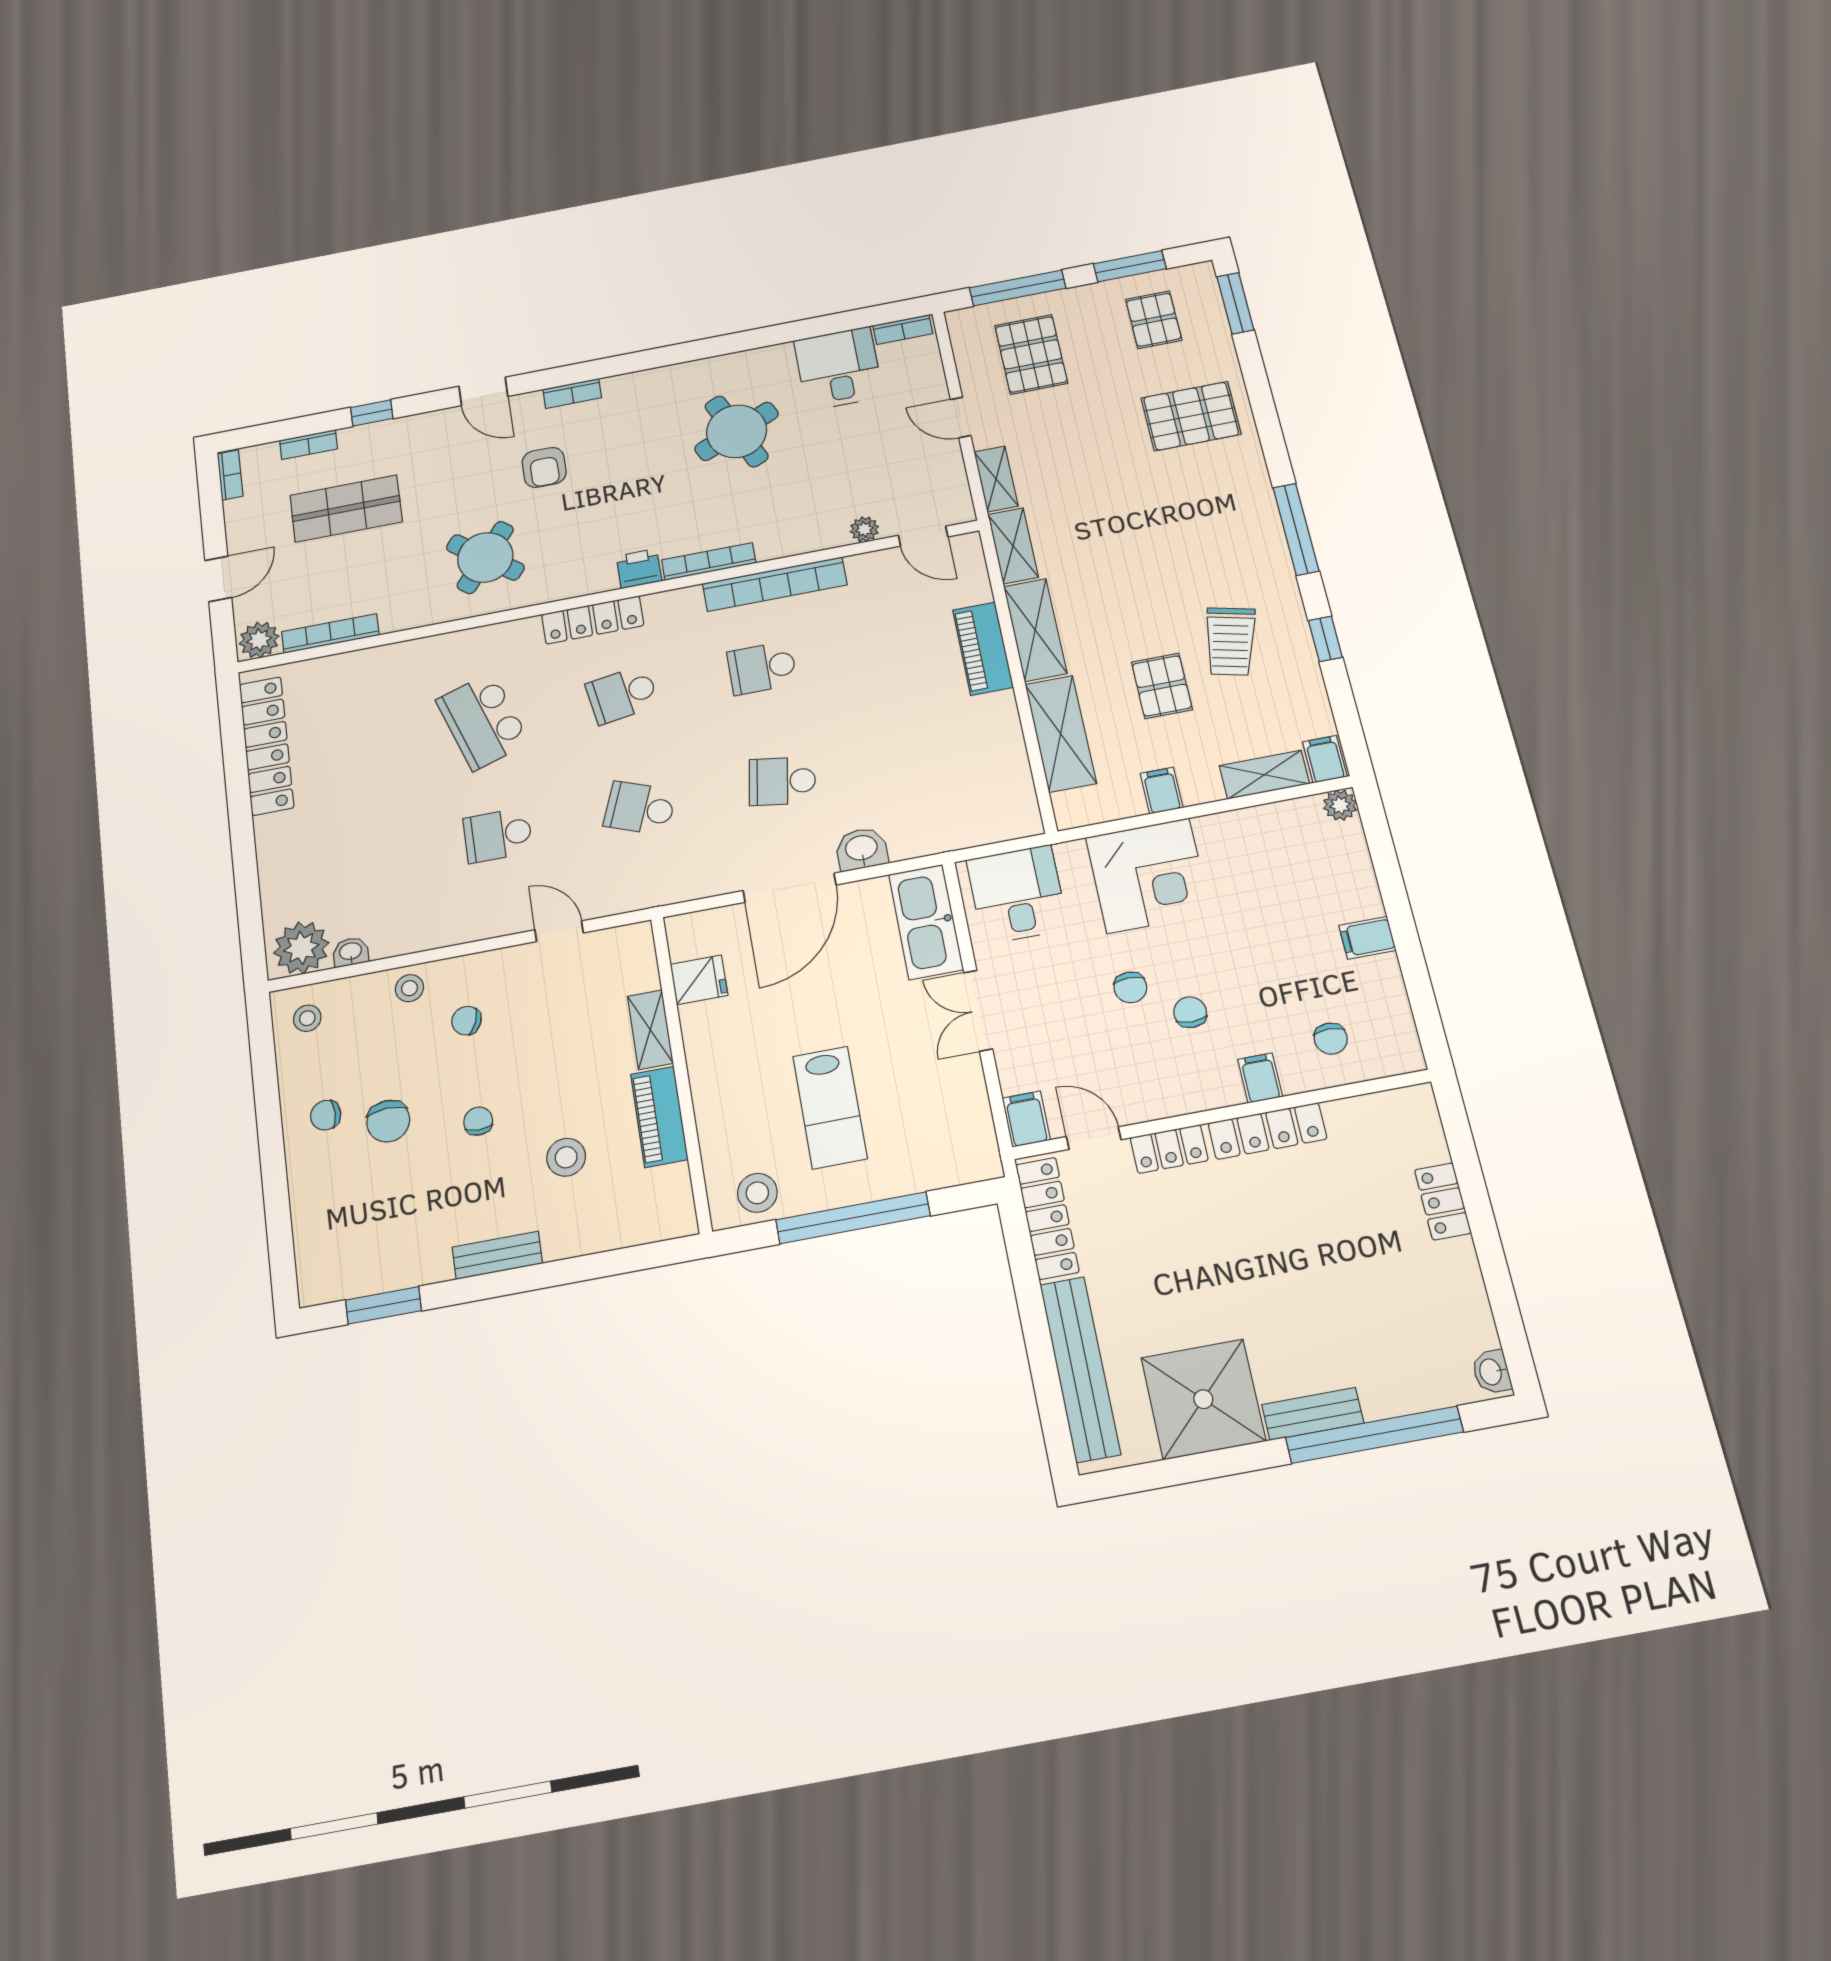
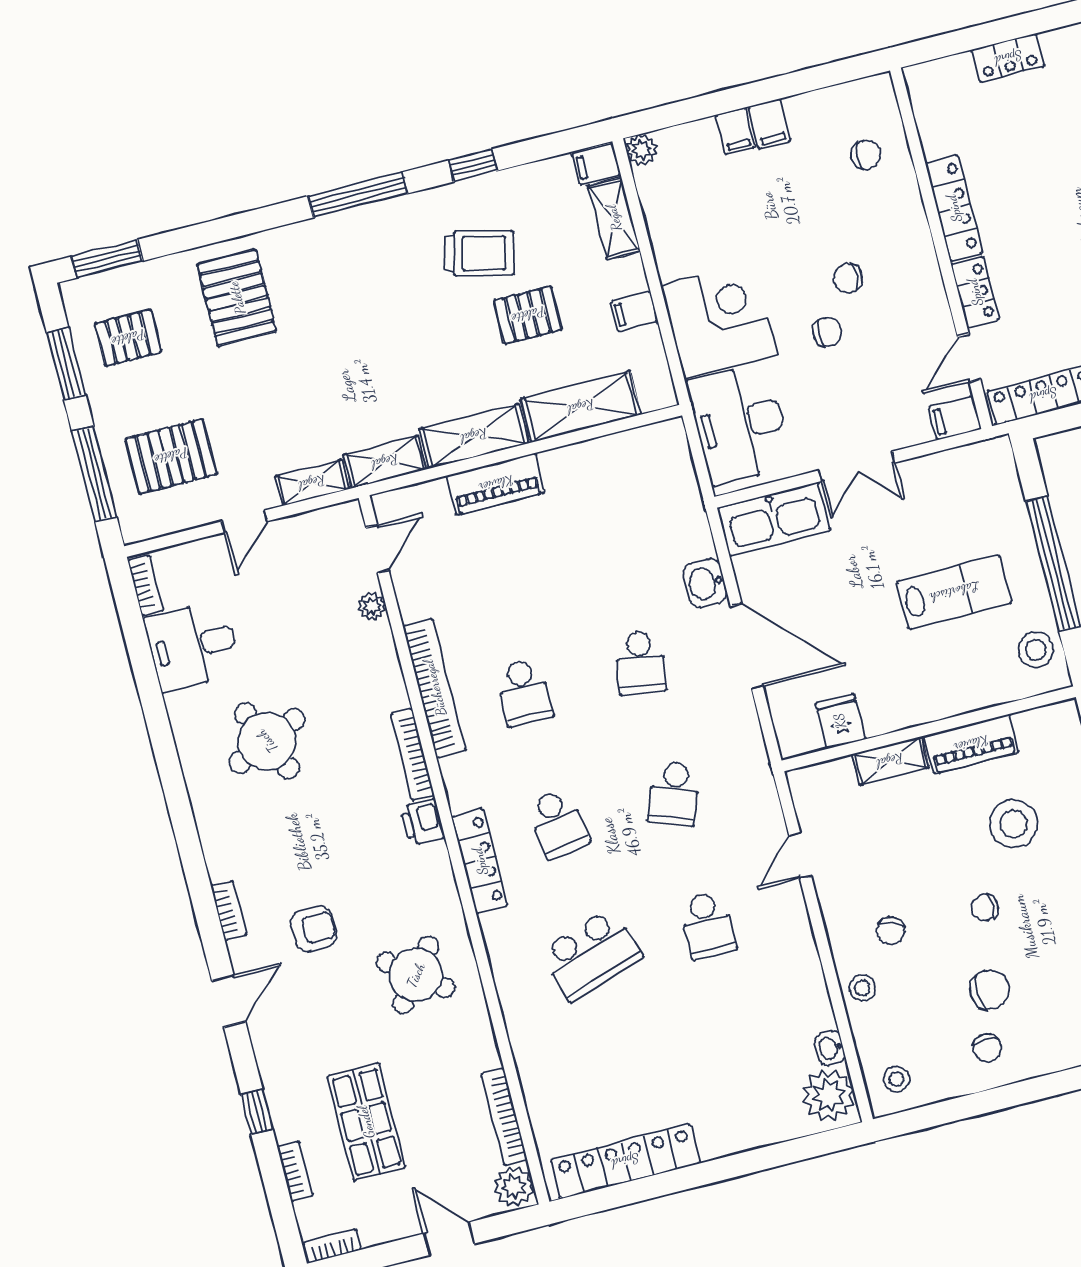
desk: (1017, 894) -> (739, 424), width x1.37
filing cabinet: (1260, 1078) -> (735, 131), moved, turned -90
stool: (566, 1157) -> (1014, 824), width x1.38, depth x1.38

